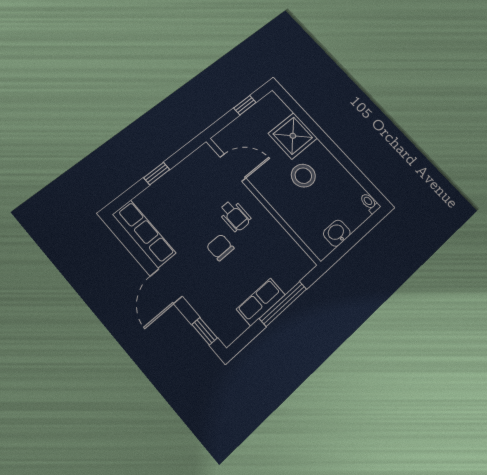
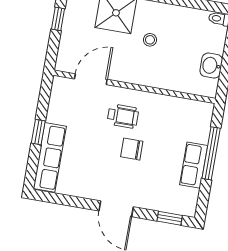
stool: (303, 176) -> (150, 40), width x0.53, depth x0.53
row of seats: (144, 234) -> (50, 157), moved, turned 90

